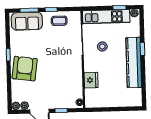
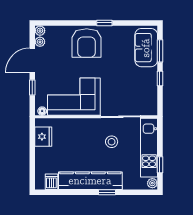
coffee table: (59, 21) -> (146, 88), removed
armchair: (25, 69) -> (87, 43), turned 82
corner sofa: (67, 77) -> (74, 97), added
fridge: (91, 80) -> (43, 137), moved, turned -90
dishwasher: (135, 93) -> (51, 182), added

